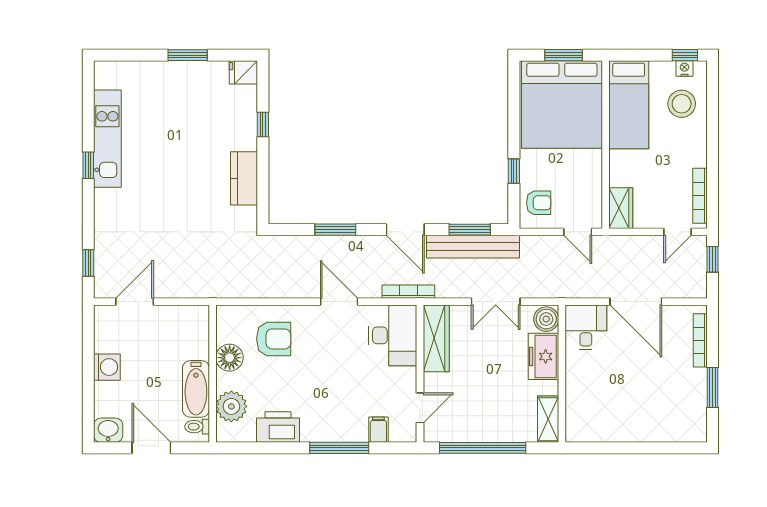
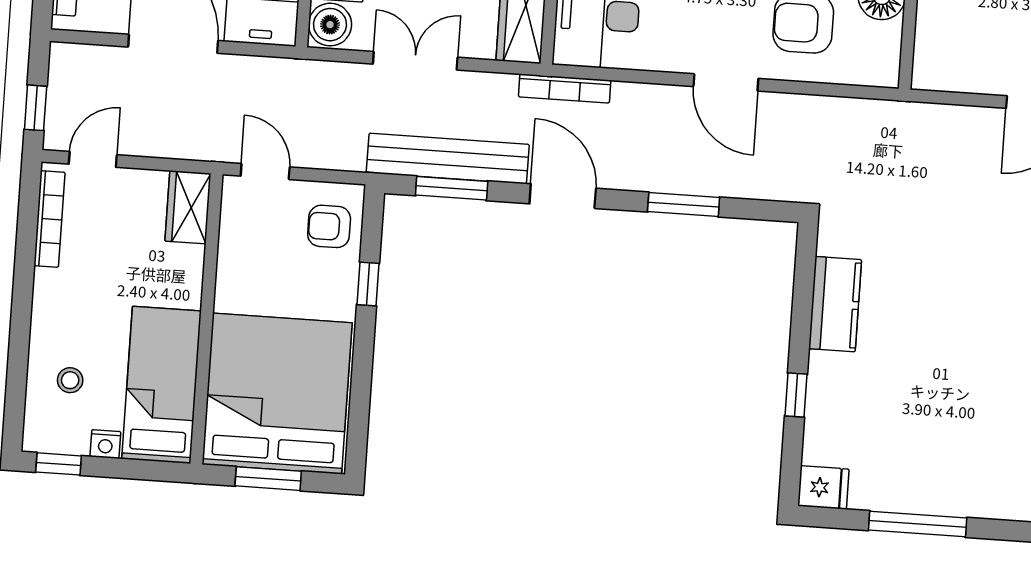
window: (188, 55) -> (918, 524), width x1.44
nightstand: (684, 68) -> (105, 444), moved
stool: (682, 104) -> (70, 380), width x0.53, depth x0.53
door: (339, 302) -> (726, 82), moved

